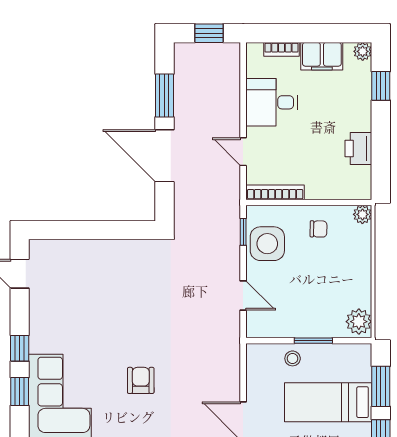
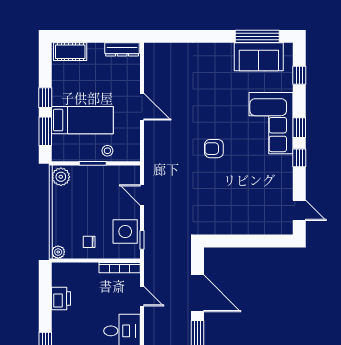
armchair: (141, 380) -> (214, 149), moved, turned 90

